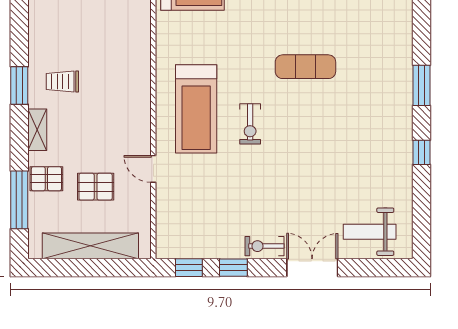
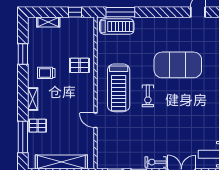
exercise mat: (305, 67) -> (178, 65), width x2.00, depth x1.45
window: (19, 85) -> (23, 54), moved
pallet: (96, 187) -> (80, 65), moved

